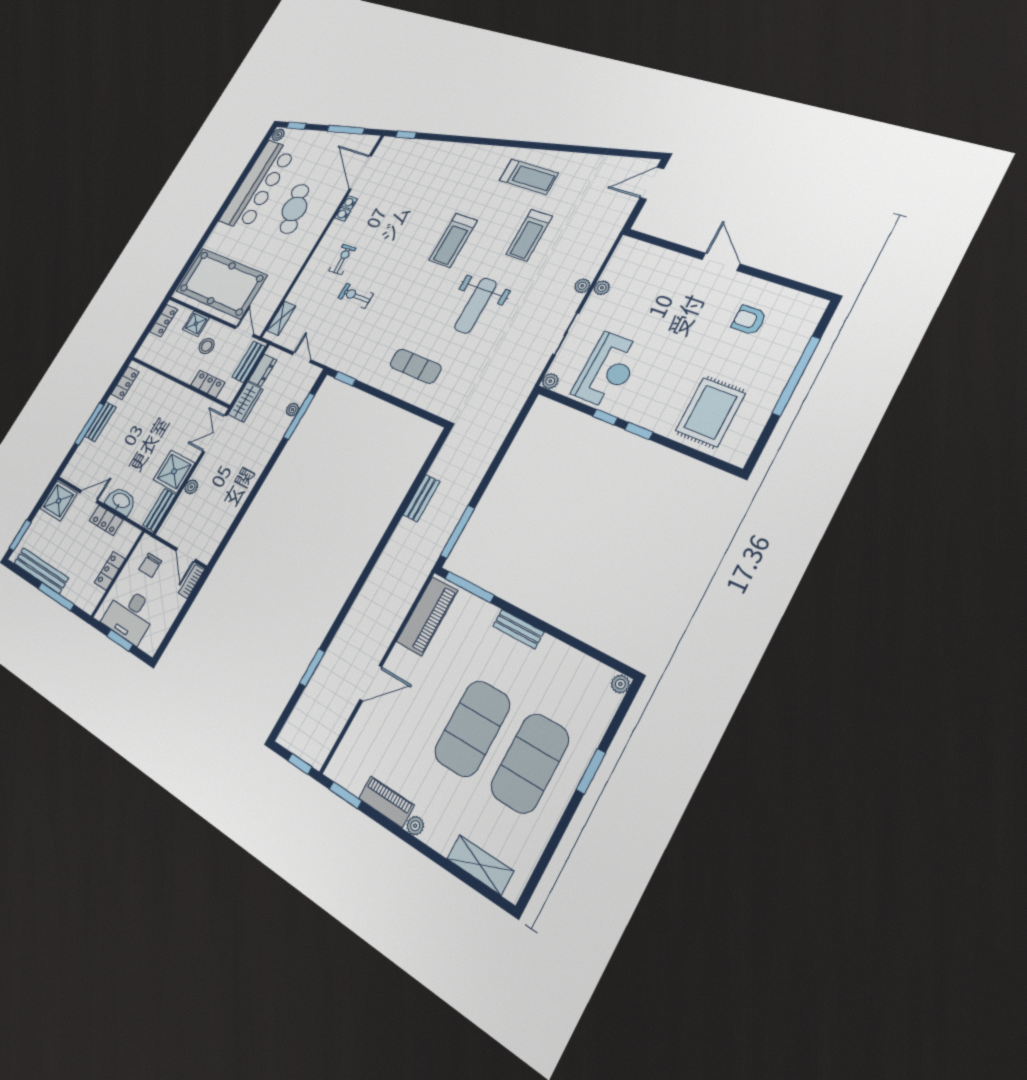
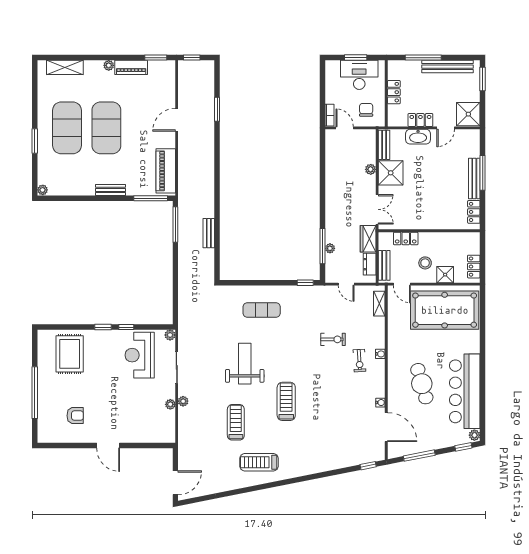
water cooler: (343, 214) -> (380, 354), moved
bench: (100, 422) -> (474, 178), width x1.36

